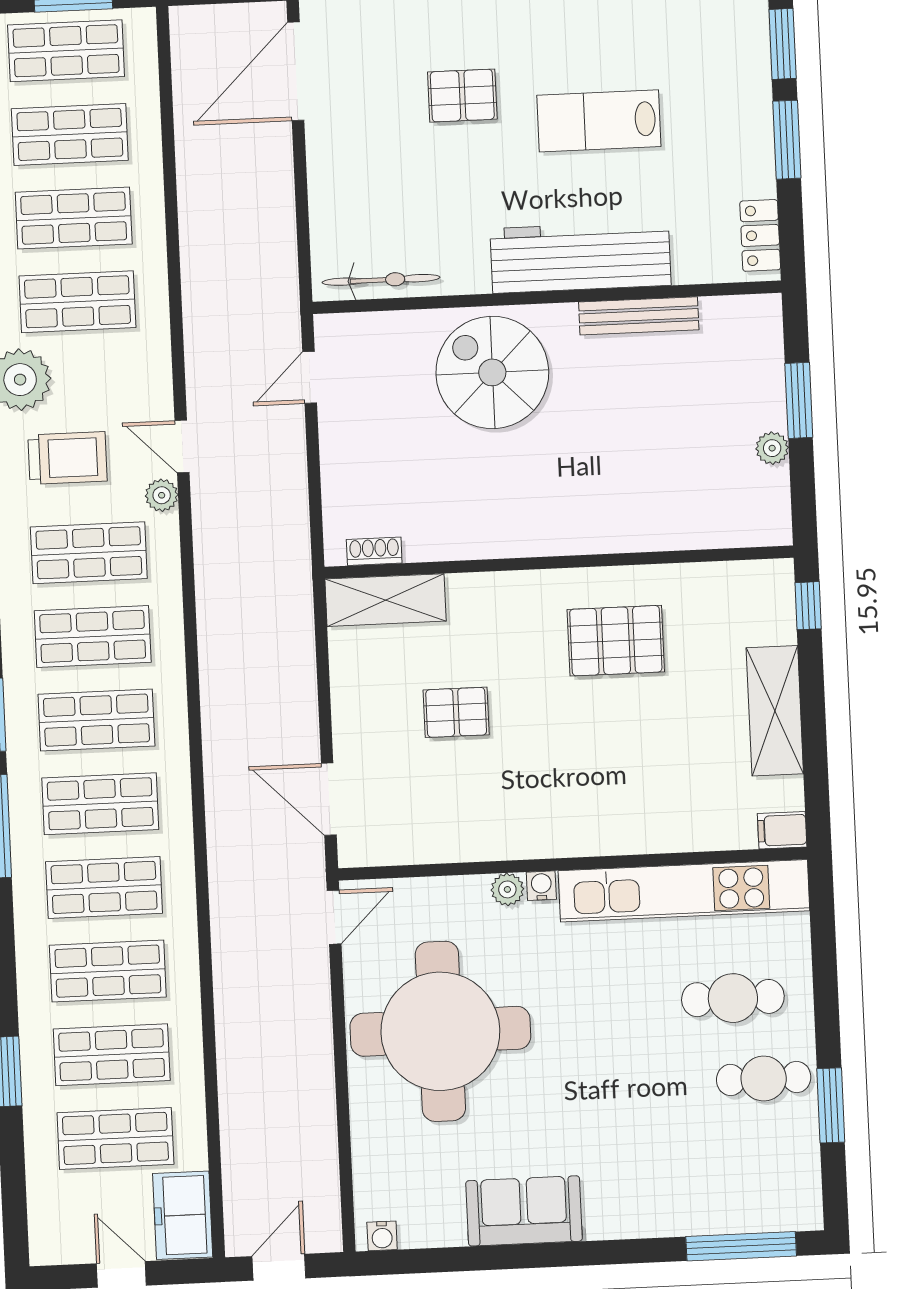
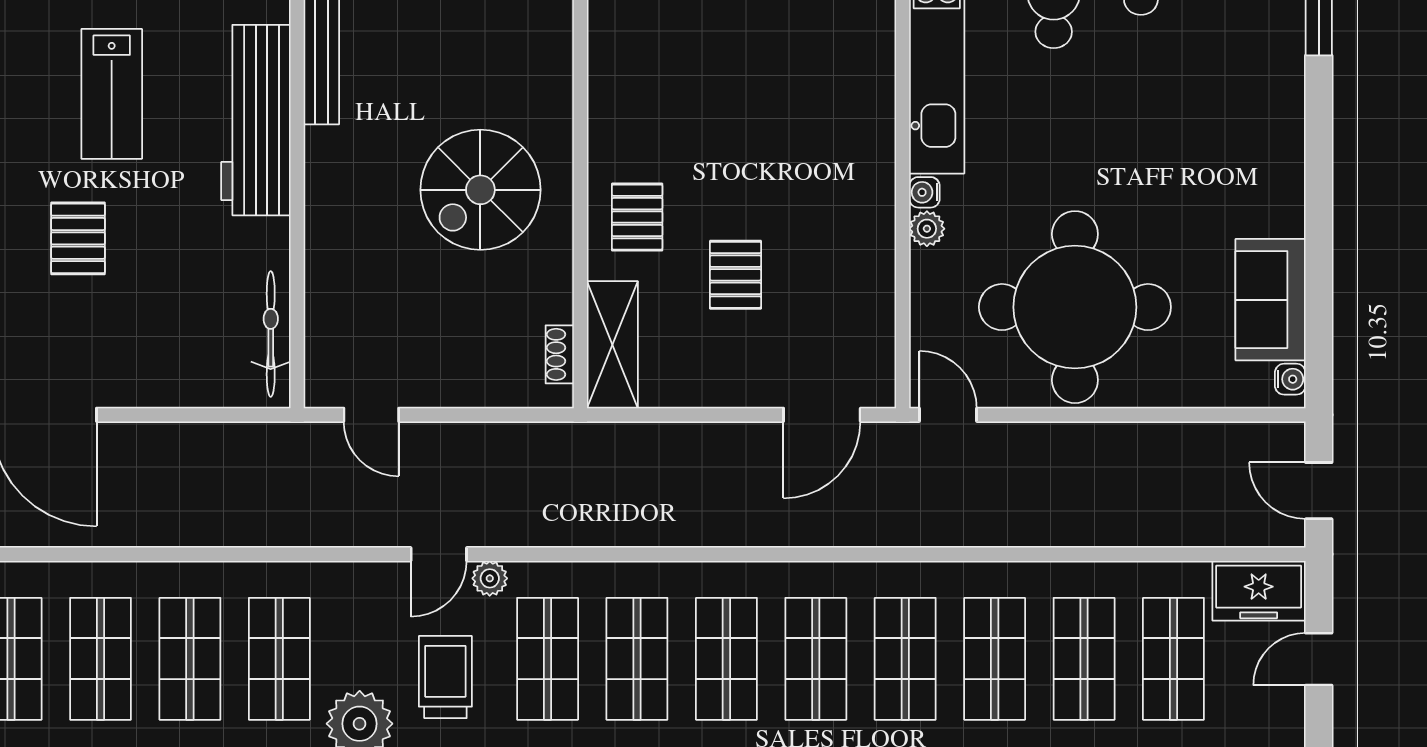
spiral stairs: (492, 372) -> (480, 190), moved
pallet: (616, 641) -> (637, 217), moved, width x0.67, depth x0.71
sofa: (524, 1211) -> (1271, 300), moved

